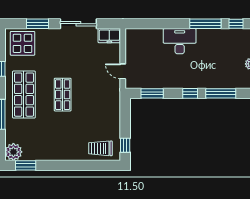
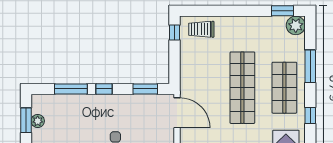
door: (123, 71) -> (177, 113), width x1.88
shop shelf: (63, 95) -> (242, 88), width x2.00, depth x1.36
trolley: (100, 148) -> (201, 29), turned 180

